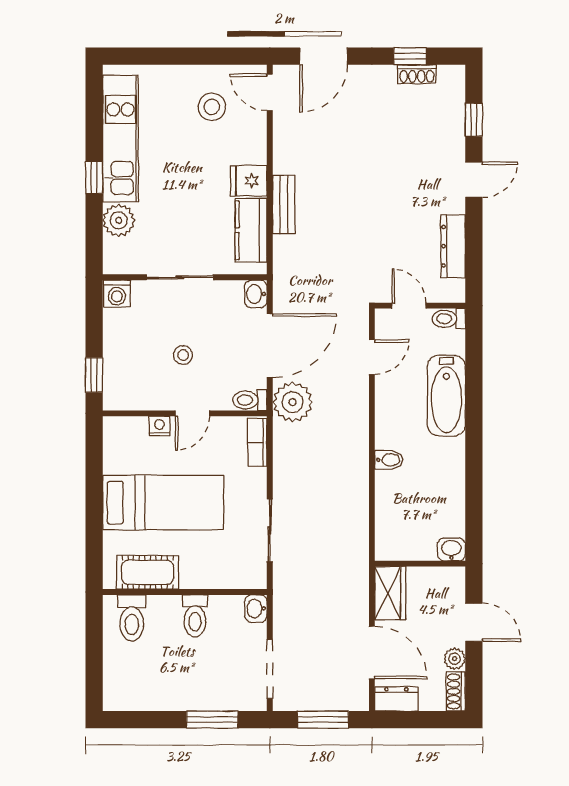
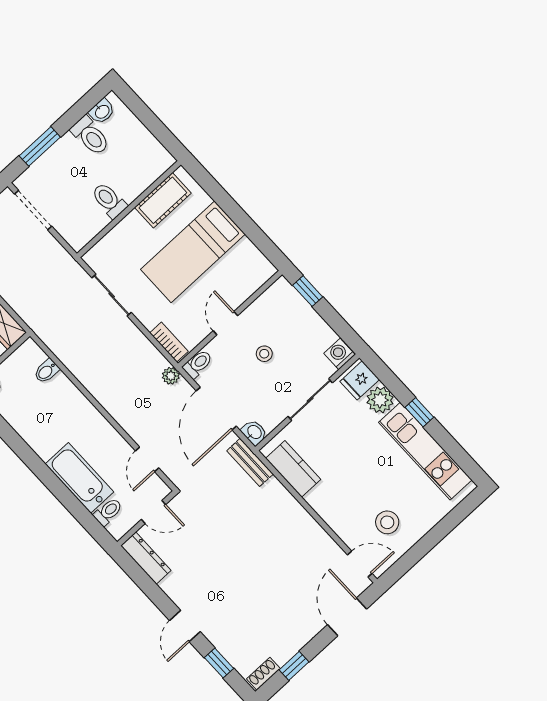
shoe rack: (417, 74) -> (263, 674), moved
fridge: (249, 181) -> (360, 380), moved, turned 180
bench: (284, 205) -> (250, 462), moved
dresser: (453, 246) -> (146, 558), moved
toilet: (449, 319) -> (108, 512), moved
plant: (292, 402) -> (171, 376), width x0.53, depth x0.53
nightstand: (159, 426) -> (238, 297), removed
bidet: (389, 460) -> (47, 371), moved
washbasin: (256, 609) -> (102, 111), moved, turned 90
toilet: (132, 618) -> (90, 136), moved, turned 180

